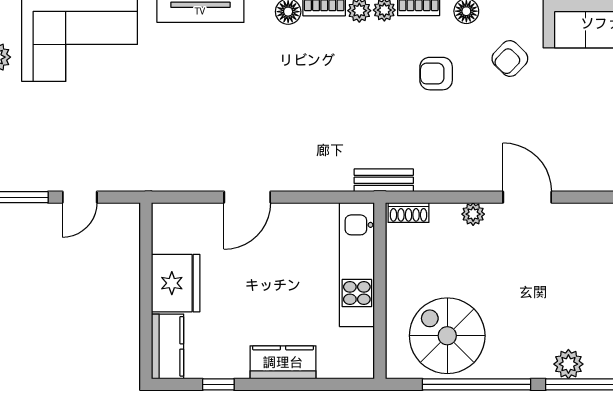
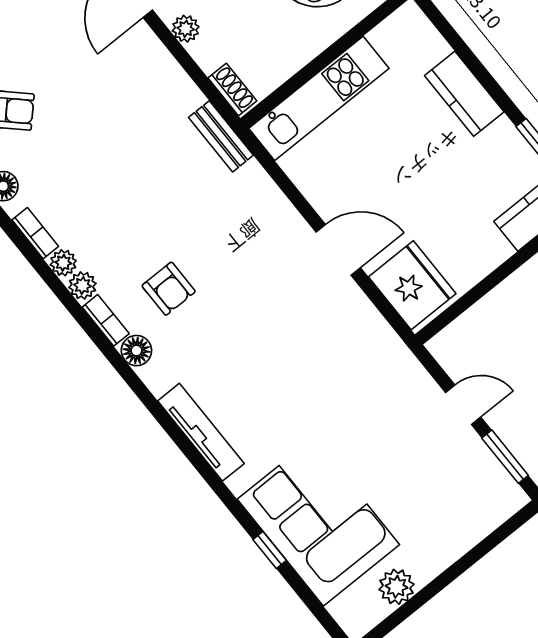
armchair: (436, 74) -> (169, 289), moved
fridge: (176, 283) -> (412, 285), moved, turned 90

